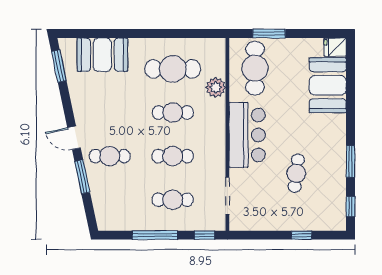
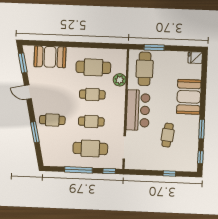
booth: (328, 85) -> (189, 97), moved
door: (74, 138) -> (28, 92), moved
cafe table: (173, 200) -> (90, 148), width x1.37, depth x1.35

